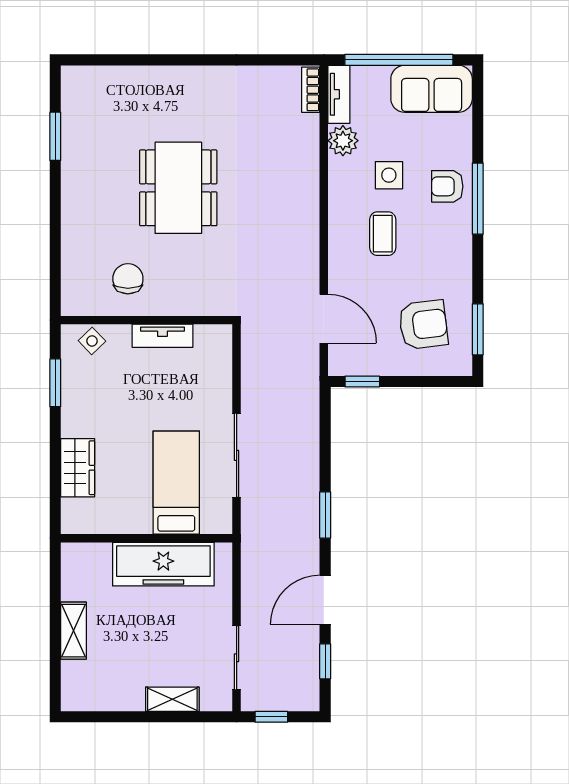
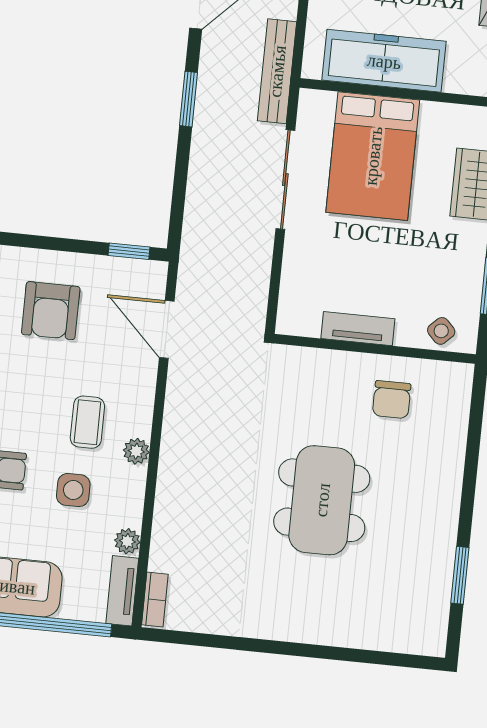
plant: (343, 141) -> (127, 541), width x0.73, depth x0.73
plant: (339, 213) -> (136, 451), added
armchair: (423, 325) -> (51, 311), turned -83
bed: (176, 483) -> (373, 156), width x1.50
bench: (253, 546) -> (277, 71), added

